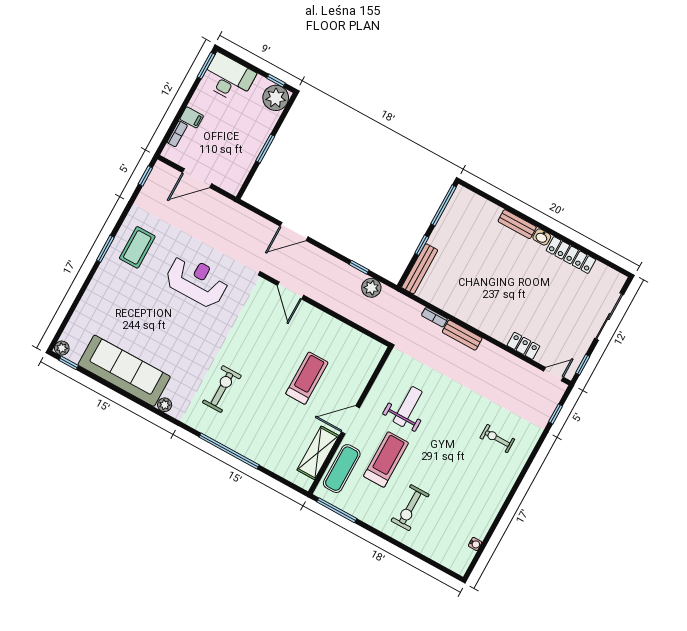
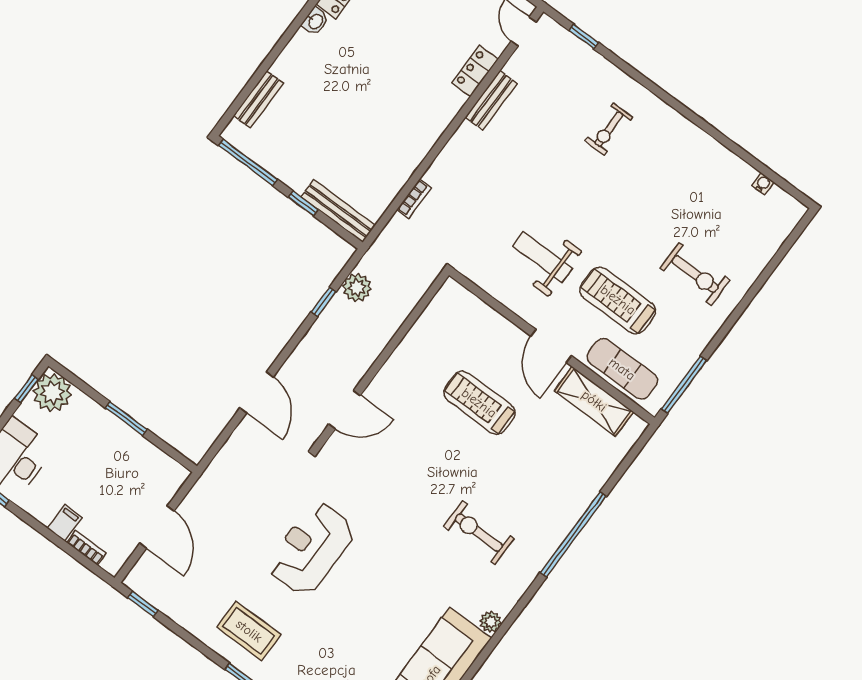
bench: (517, 224) -> (259, 99), moved
bench: (462, 335) -> (491, 100), moved

